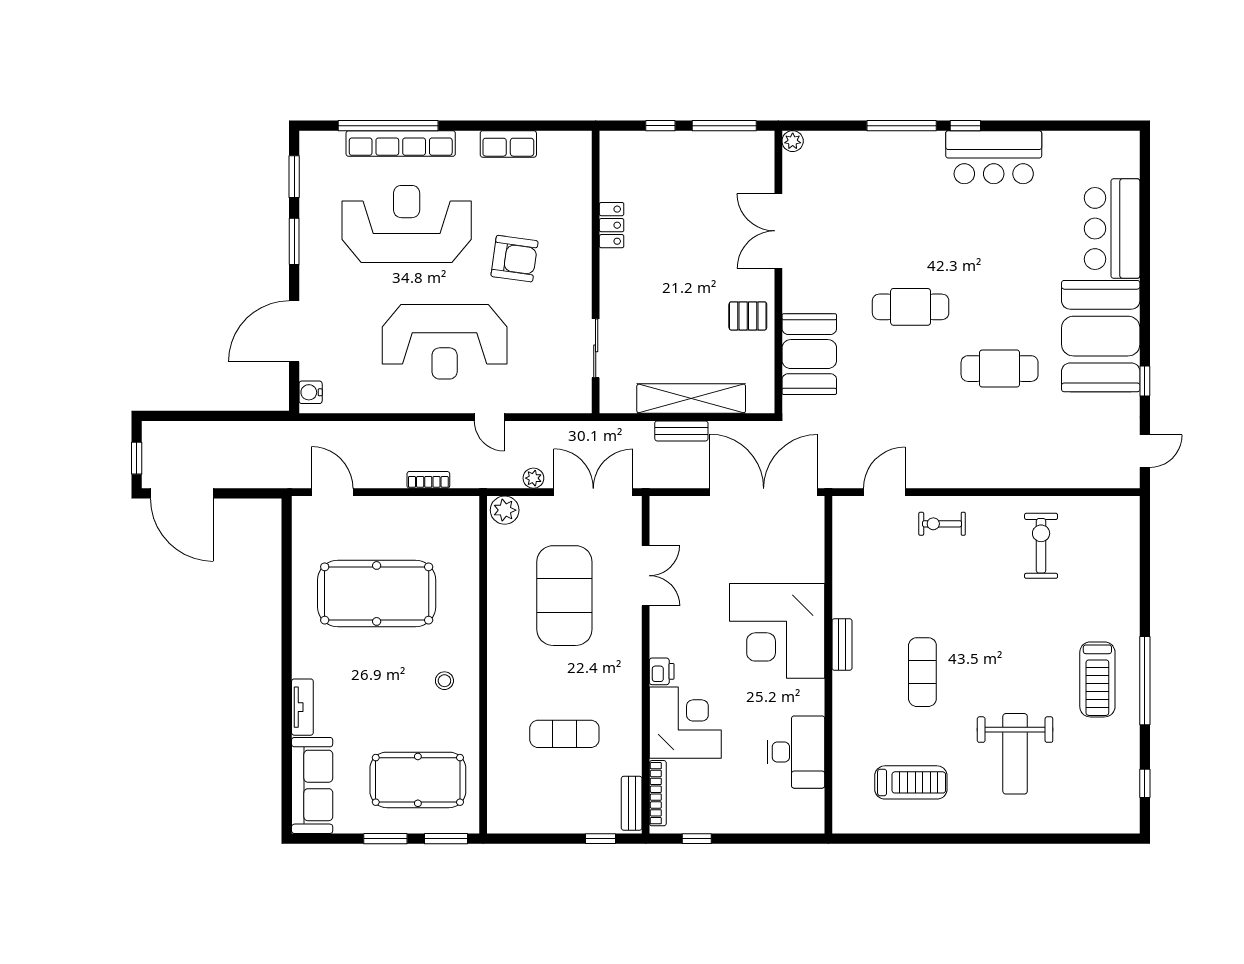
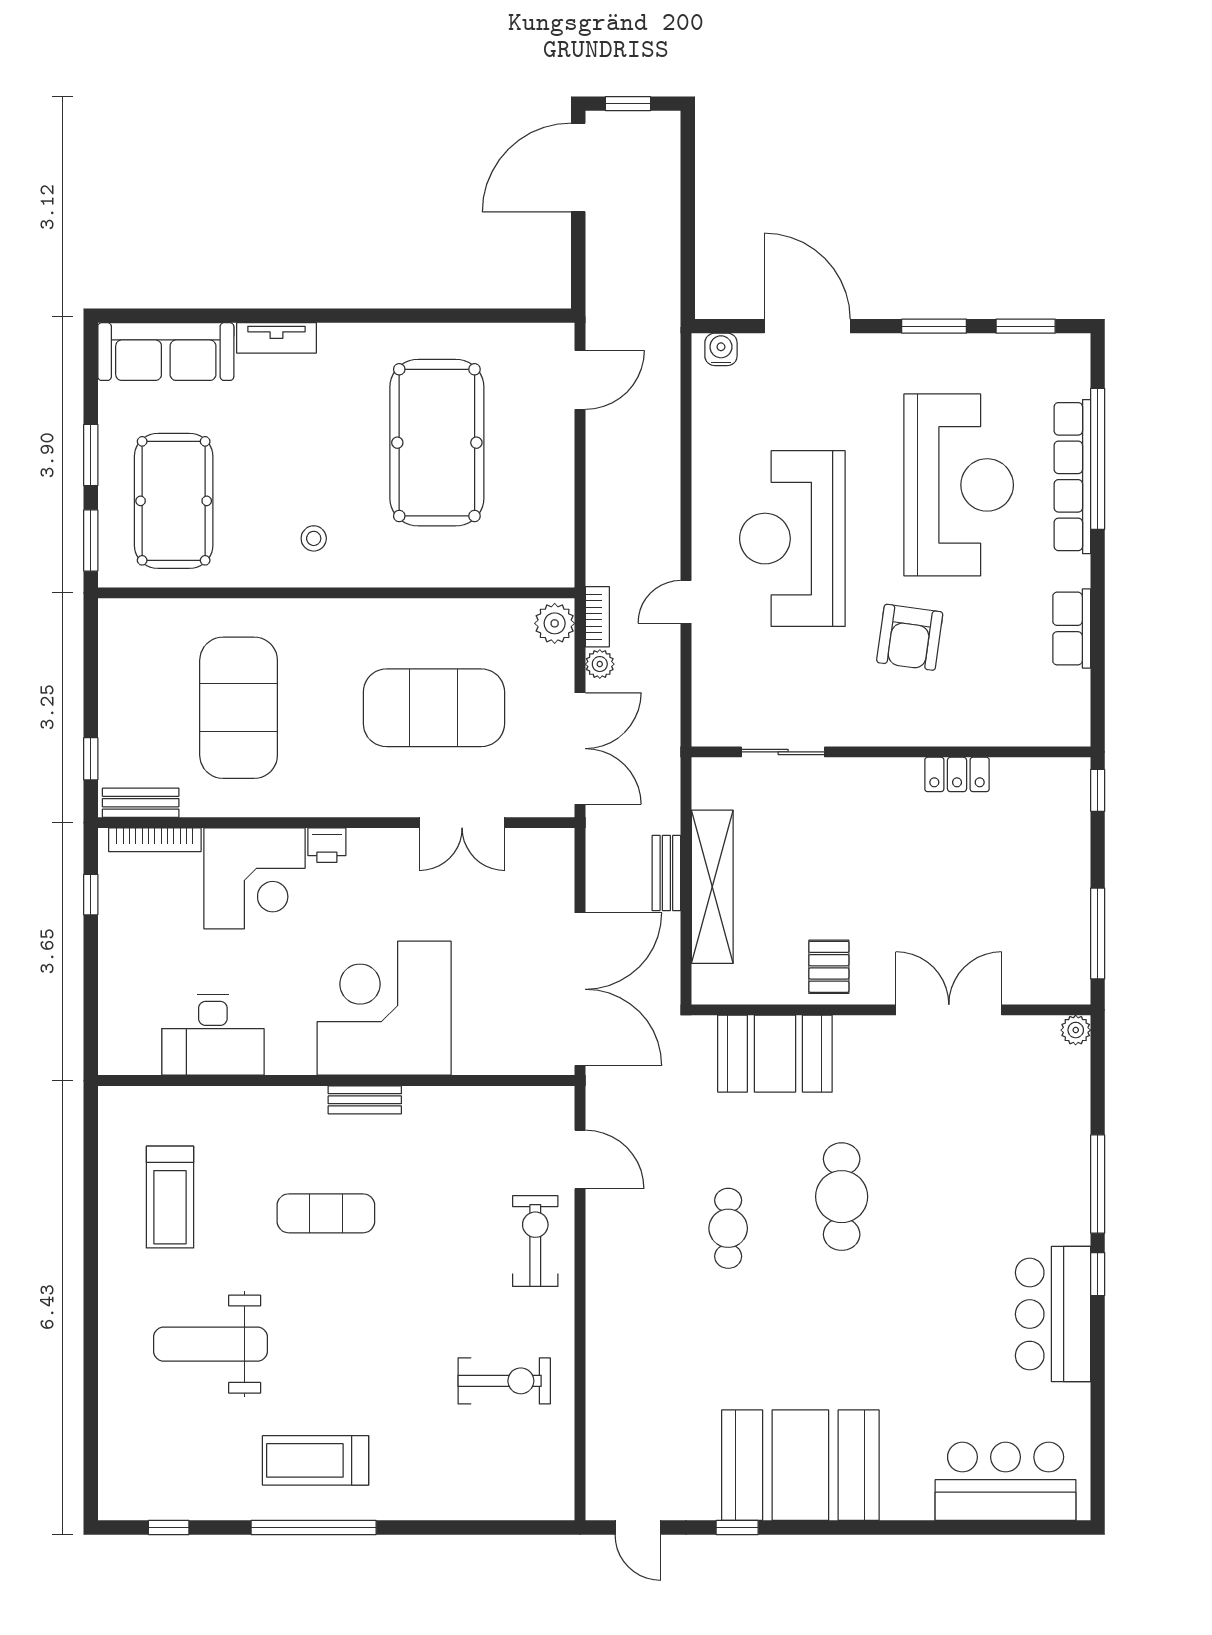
window: (660, 126) -> (1098, 790), moved
bar counter: (1112, 229) -> (1006, 1481), moved
cafe table: (1000, 369) -> (728, 1228), moved, width x0.73, depth x0.74
bookcase: (428, 480) -> (597, 617), moved
exercise bike: (942, 524) -> (535, 1241), width x1.38, depth x1.39
exercise mat: (564, 734) -> (239, 708), width x2.00, depth x1.45

